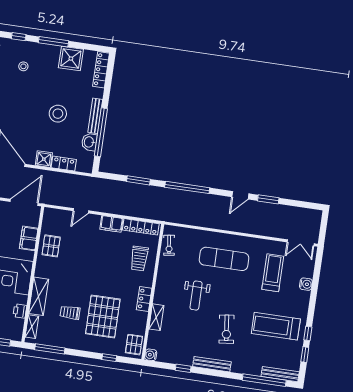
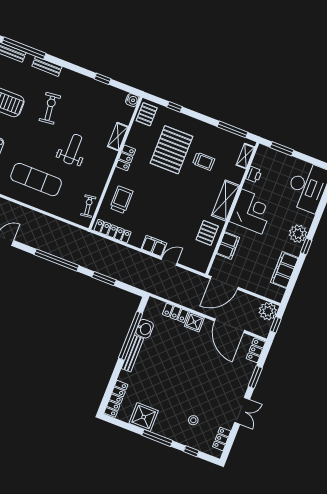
stool: (58, 114) -> (170, 365), removed
filing cabinet: (111, 224) -> (154, 246), moved
shelving: (39, 296) -> (226, 200), moved
bench: (212, 364) -> (47, 66), moved, width x0.73

